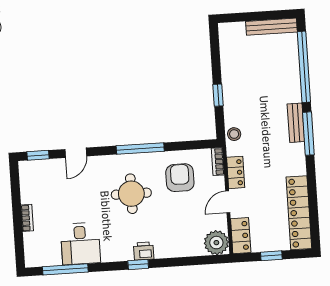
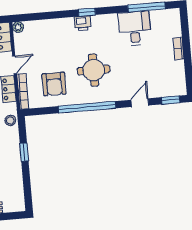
window: (140, 149) -> (87, 107), width x1.46
bookcase: (218, 162) -> (23, 91), width x1.56
plant: (216, 243) -> (18, 27), width x0.53, depth x0.53

